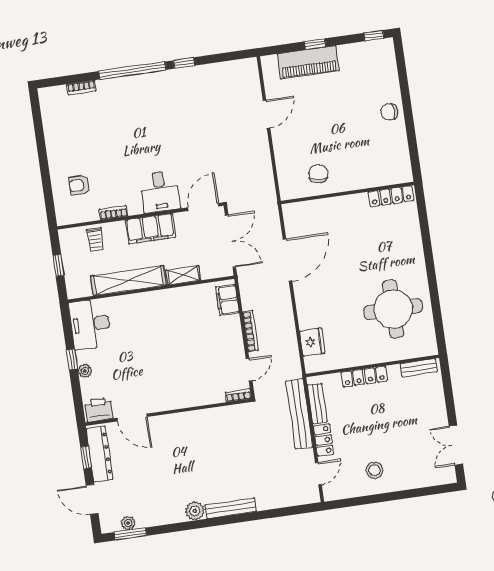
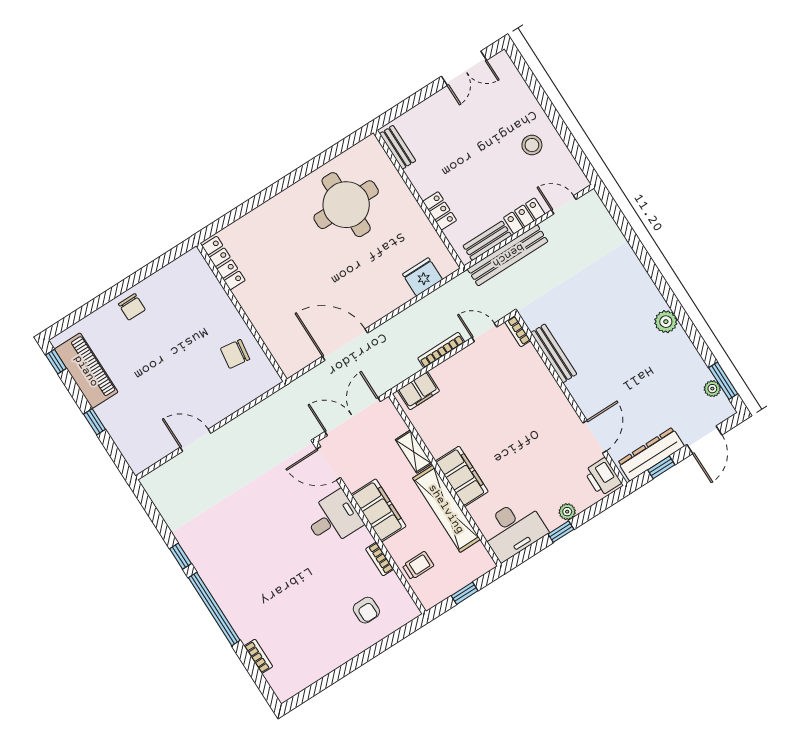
piano: (308, 62) -> (86, 371), moved
filing cabinet: (148, 303) -> (462, 476), added
locker: (364, 377) -> (440, 211), width x0.66
bench: (231, 508) -> (554, 353), moved

